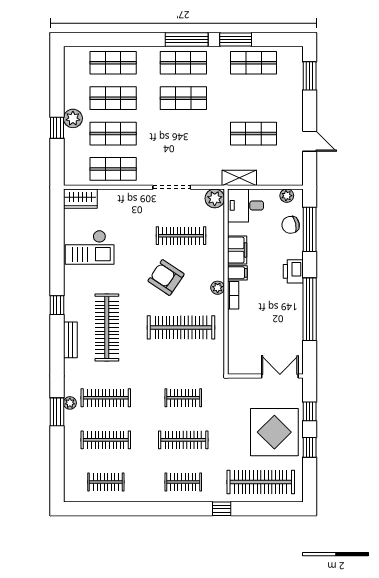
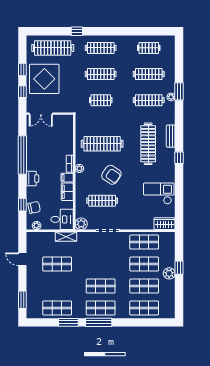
window: (310, 229) -> (22, 205), width x0.46
clothes rail: (183, 482) -> (101, 48), width x1.36

